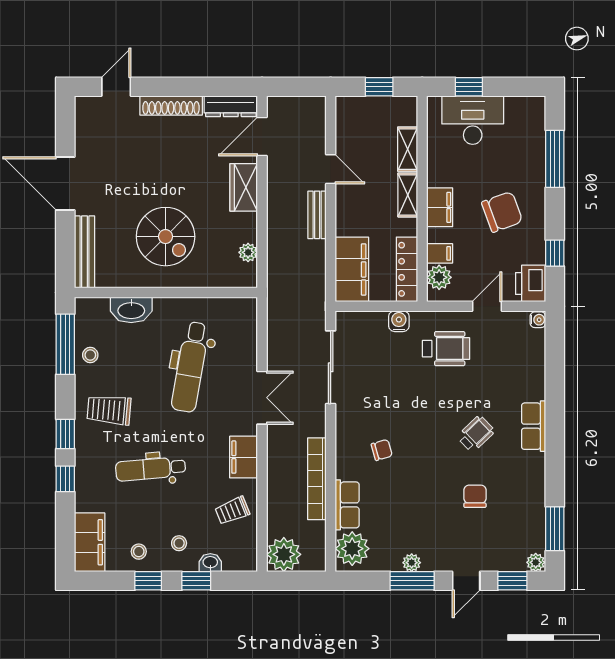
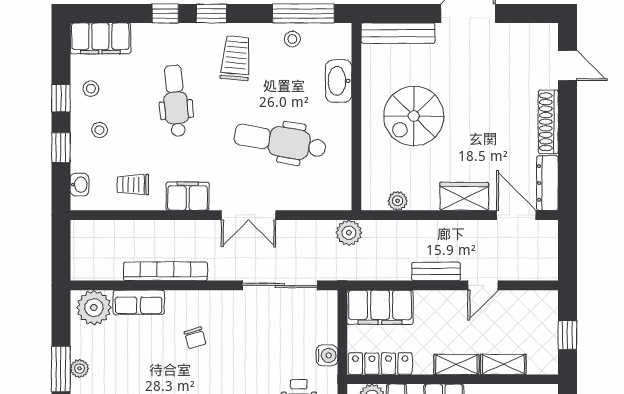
trolley: (232, 511) -> (133, 185), turned -68
plant: (284, 554) -> (349, 233), moved, width x0.73, depth x0.73
washbasin: (210, 563) -> (79, 185), moved

